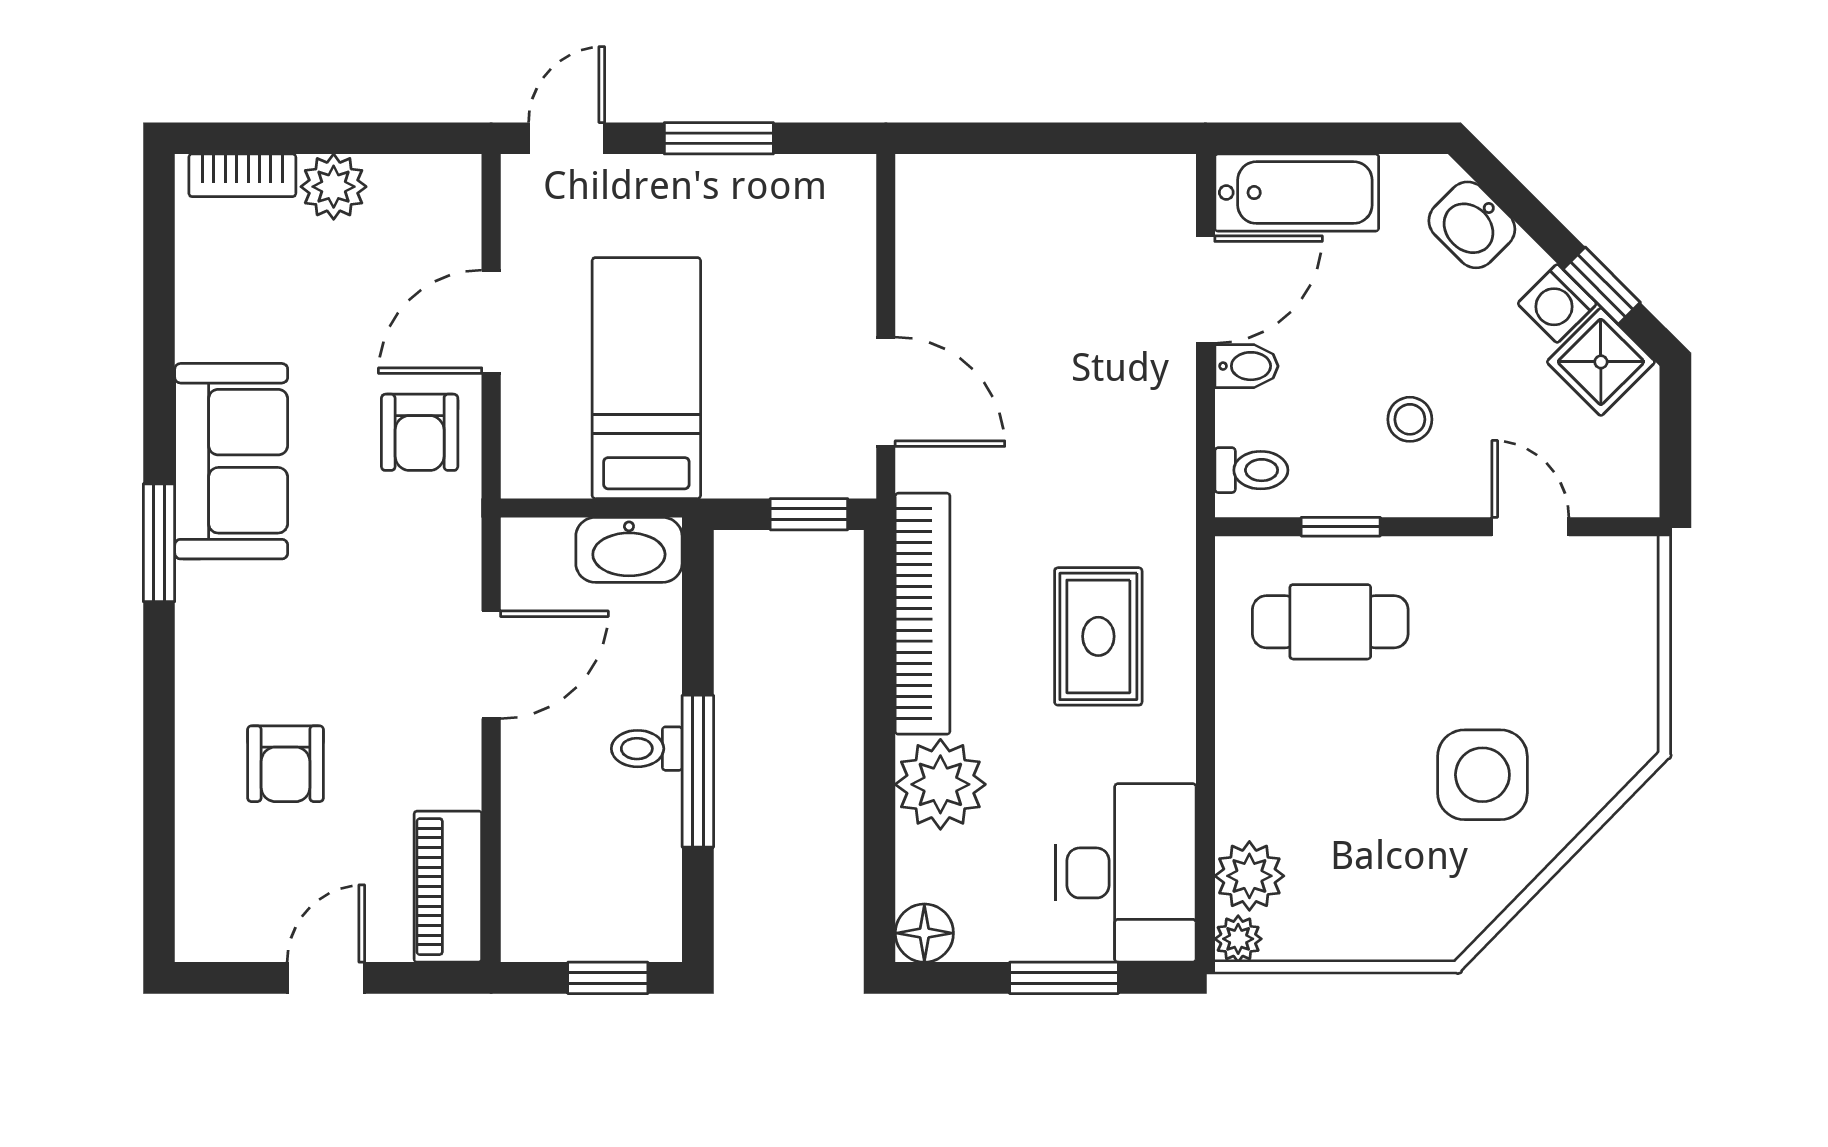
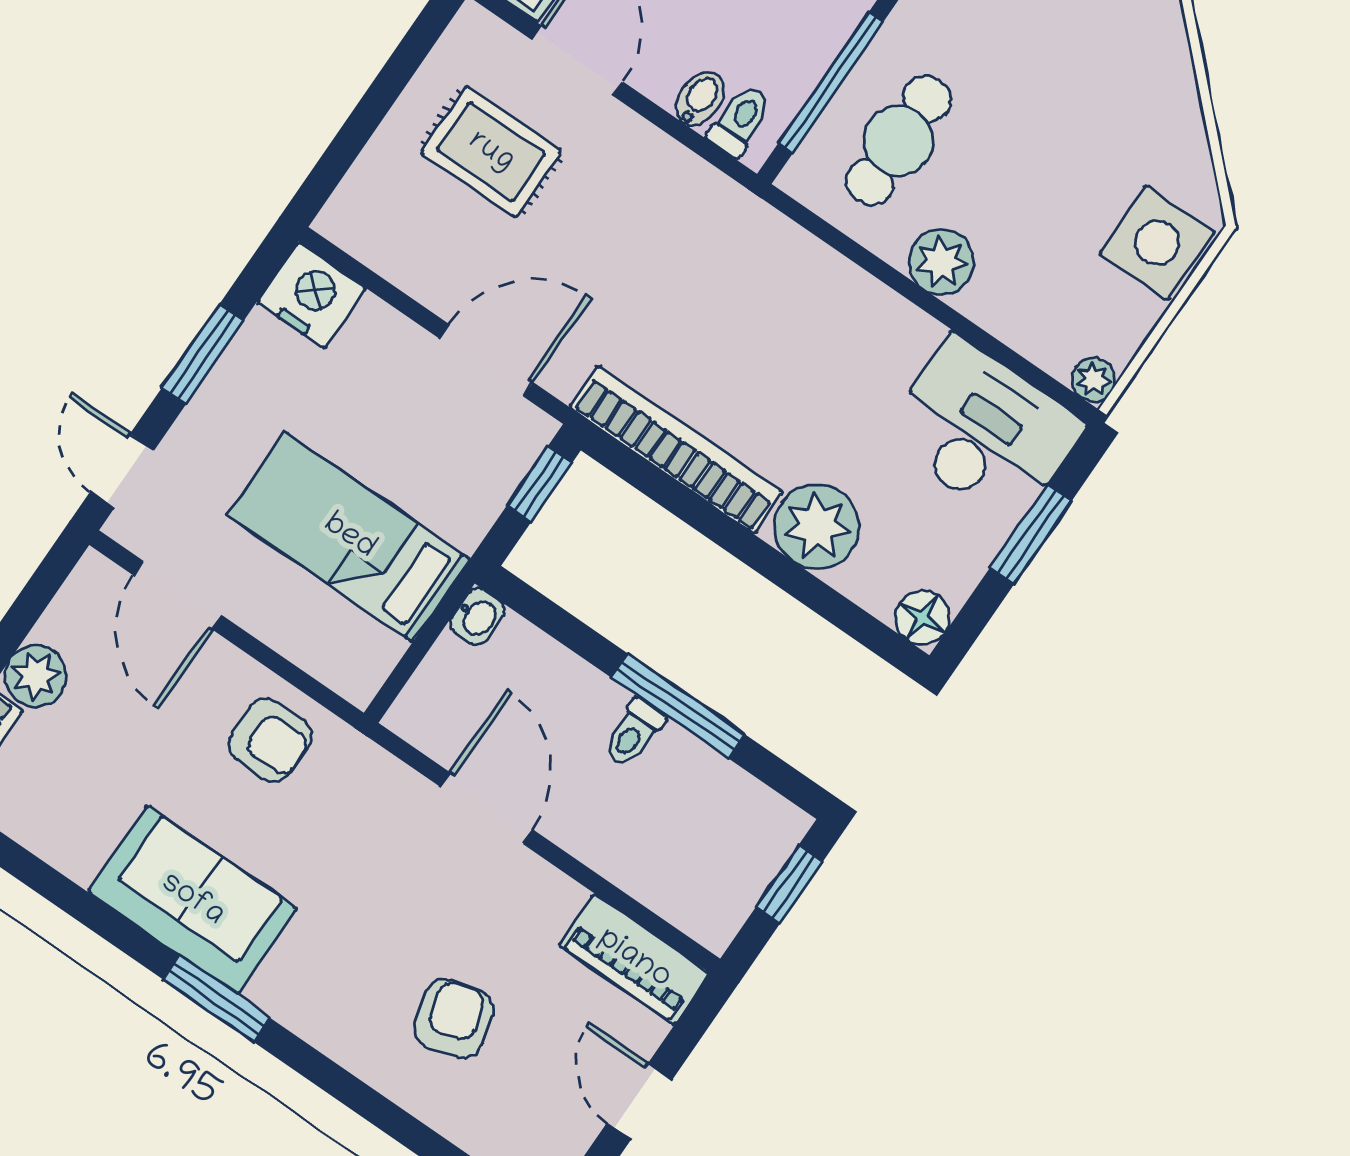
nightstand: (837, 198) -> (312, 295), added
door: (491, 322) -> (178, 595), moved
bidet: (1246, 366) -> (700, 99), moved
window: (1341, 527) -> (831, 82), width x2.17
washbasin: (629, 550) -> (477, 617), width x0.52, depth x0.69
rug: (1098, 636) -> (491, 152), moved
armchair: (286, 764) -> (454, 1019), turned -106
side table: (1482, 775) -> (1157, 243), moved
plant: (1249, 876) -> (941, 262), moved

